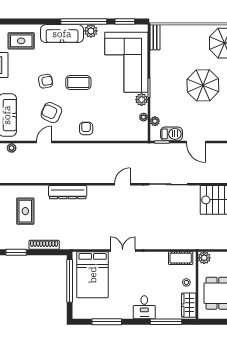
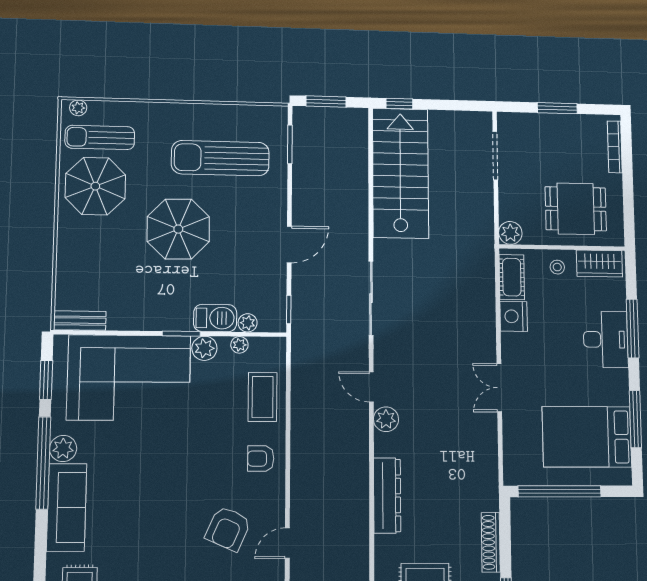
armchair: (46, 81) -> (164, 541), removed
coffee table: (78, 83) -> (263, 397), moved
barbecue: (171, 134) -> (215, 318), moved, turned 90
door: (44, 142) -> (287, 543), hinge flipped
plant: (106, 192) -> (386, 419), added
nightstand: (160, 259) -> (514, 316), added
bed: (93, 275) -> (587, 437), moved, turned 180
desk: (144, 307) -> (606, 339), width x1.37
window: (166, 322) -> (633, 328), moved

